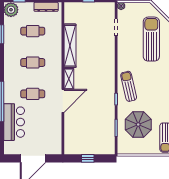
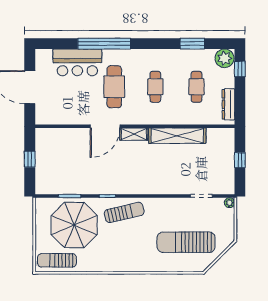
sun lounger: (151, 39) -> (186, 242), turned 180
cafe table: (33, 94) -> (114, 87), width x1.37, depth x1.35
door: (63, 101) -> (105, 126), hinge flipped
parasol: (138, 124) -> (74, 225), width x1.36, depth x1.36

